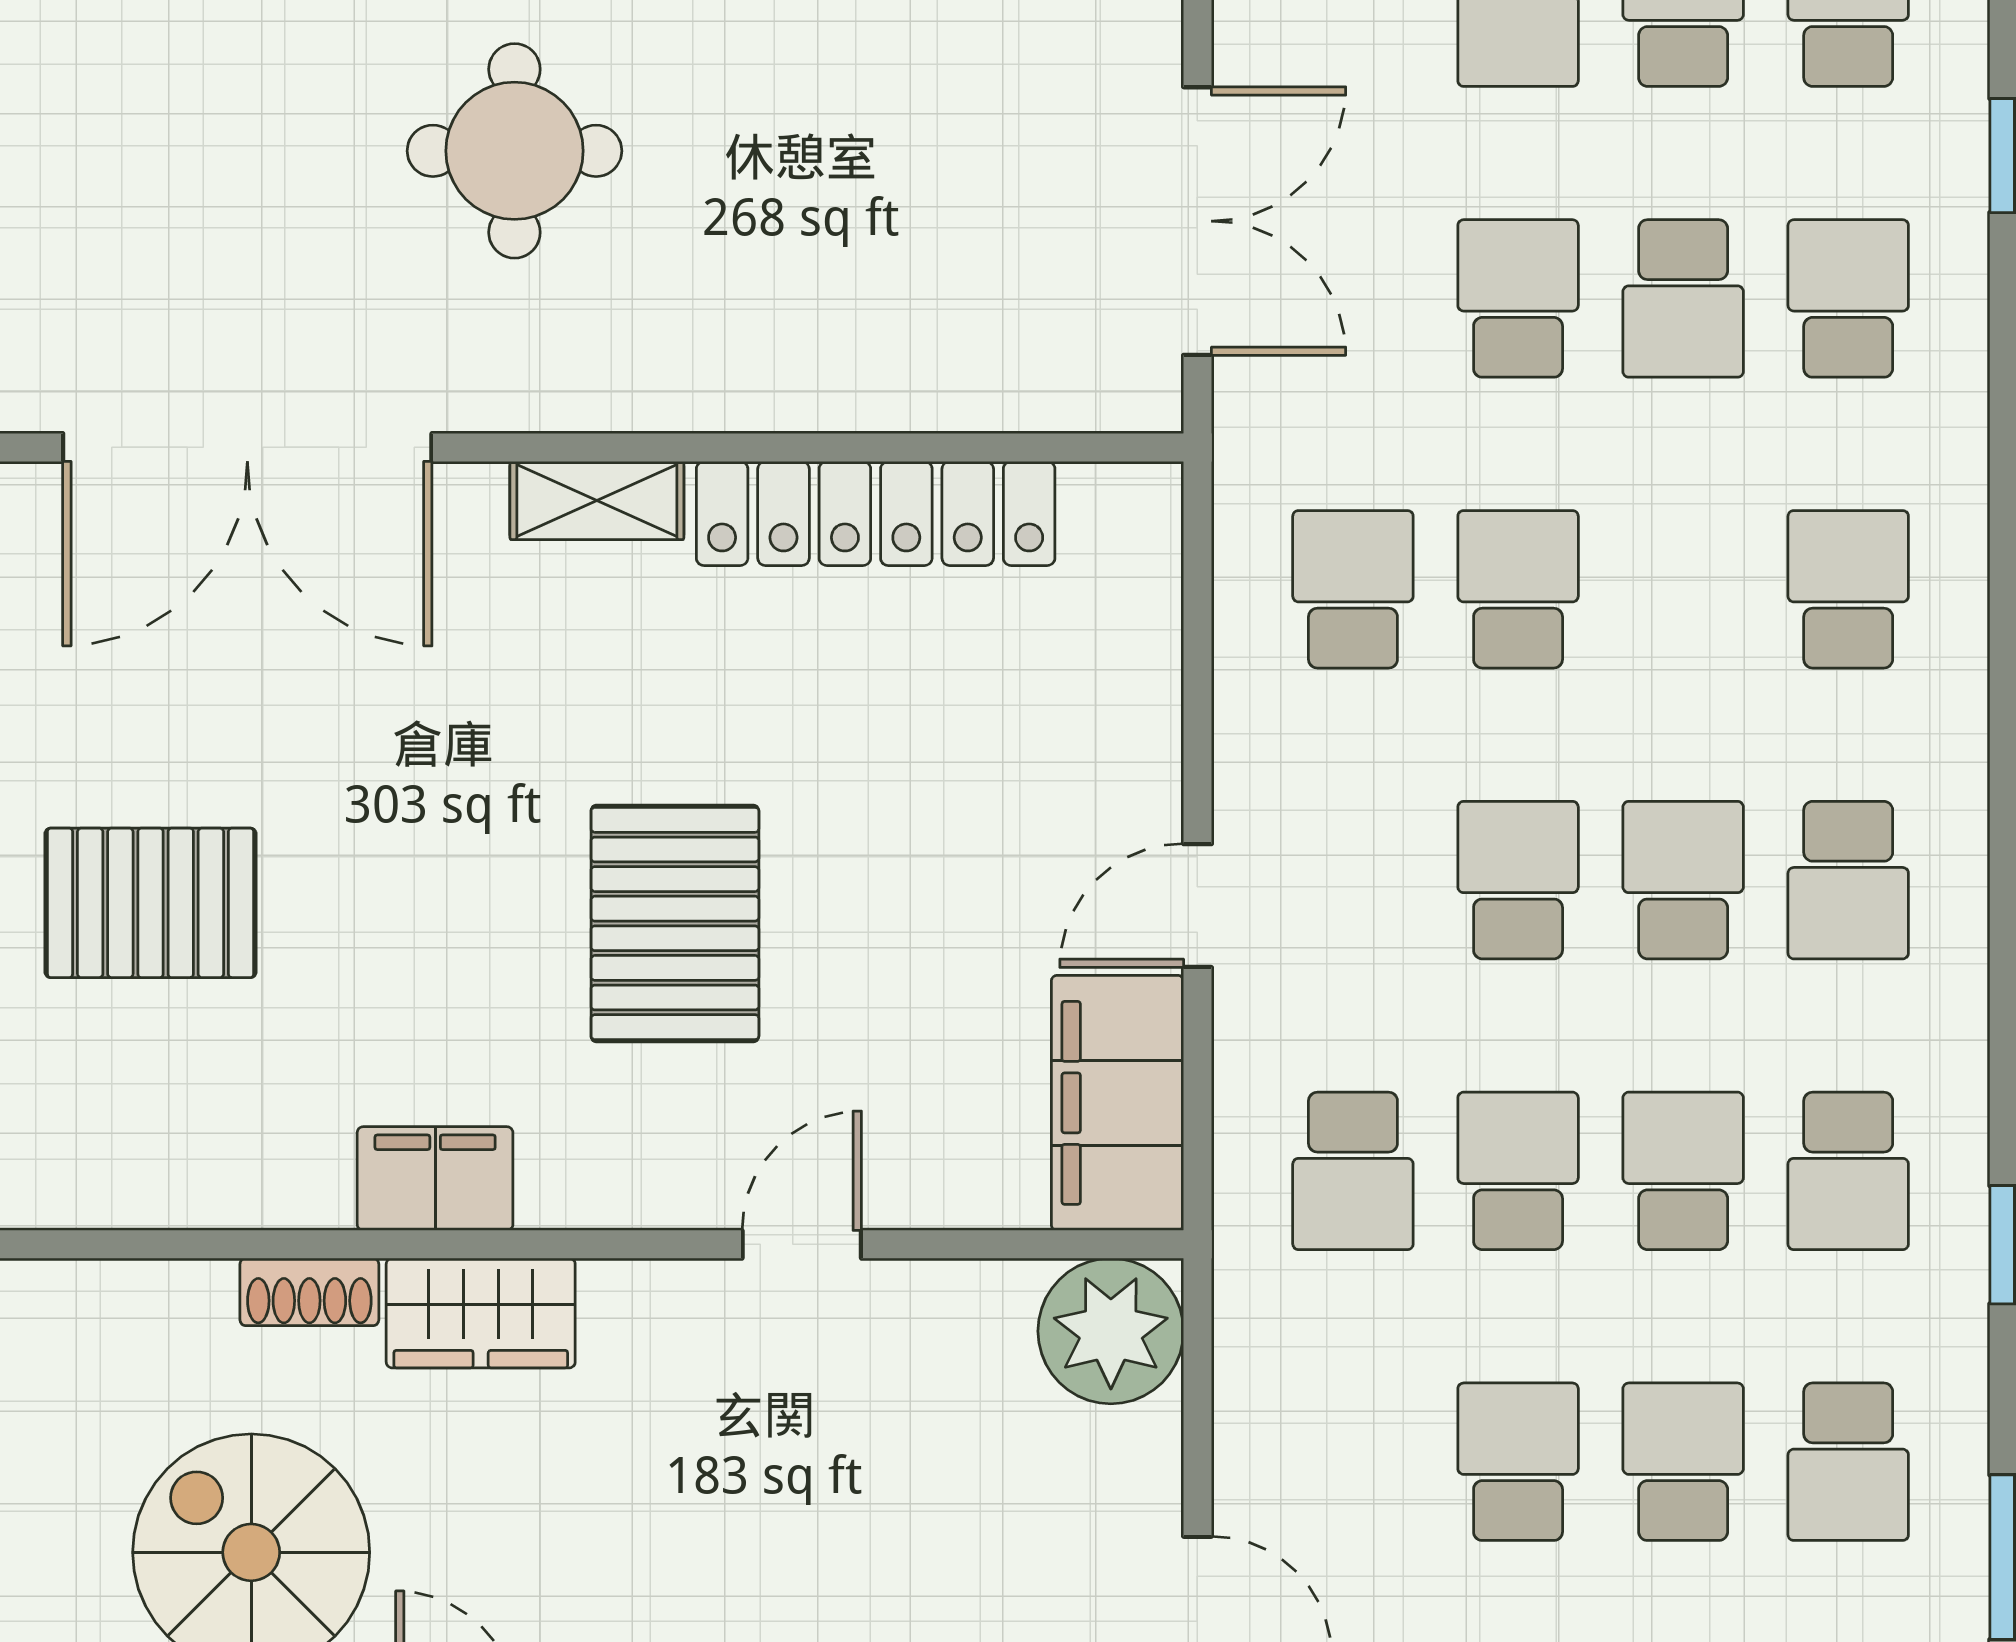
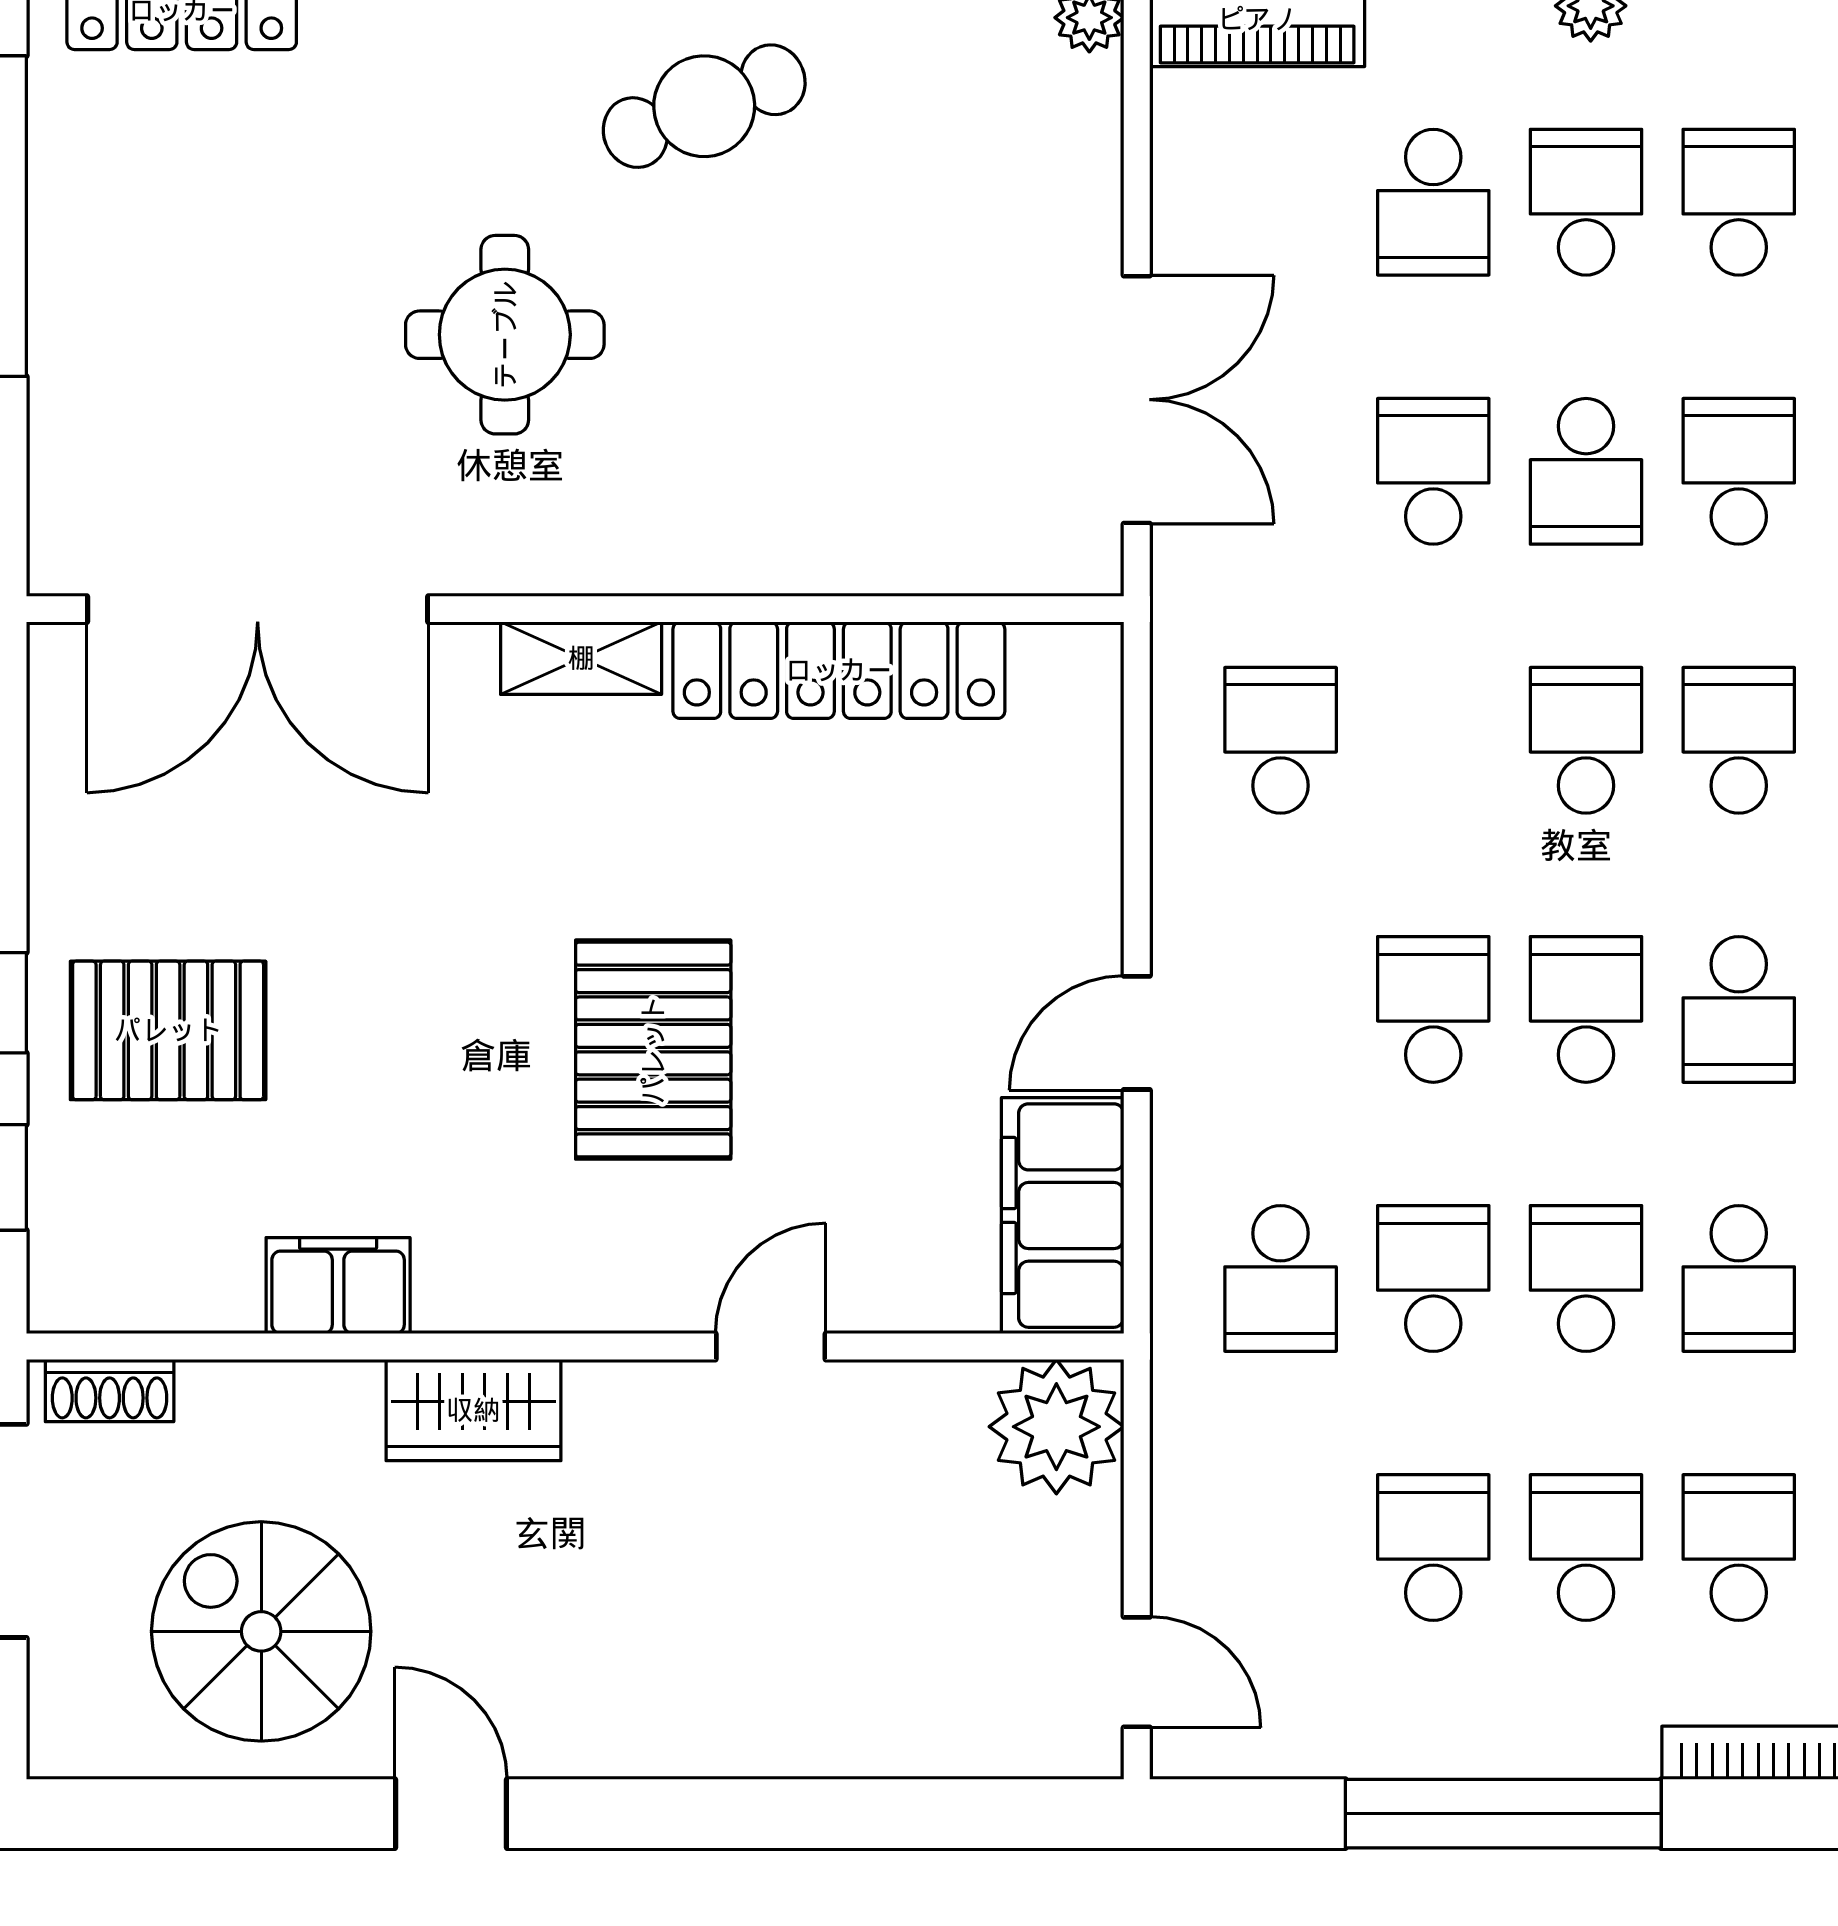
school desk: (1518, 589) -> (1586, 740), moved
filing cabinet: (435, 1179) -> (338, 1286), moved
shoe rack: (309, 1292) -> (110, 1390), moved
school desk: (1848, 1462) -> (1739, 1548), turned 180

